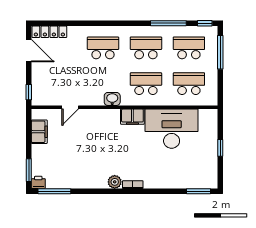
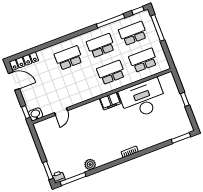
washbasin: (112, 99) -> (36, 114), moved
filing cabinet: (39, 132) -> (45, 139), removed
plant: (115, 182) -> (90, 164), moved

